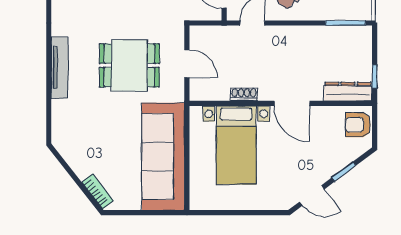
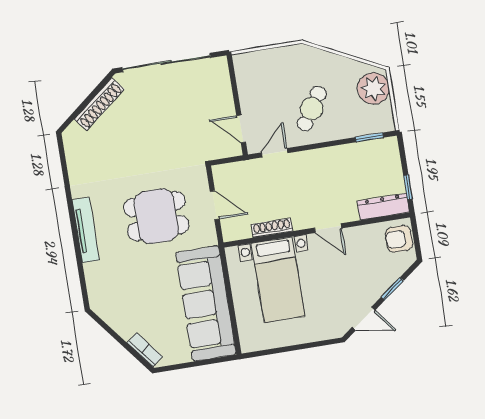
window: (346, 23) -> (370, 137), width x0.67
shoe rack: (244, 94) -> (272, 228), width x1.43
door: (292, 103) -> (328, 228), width x0.73

